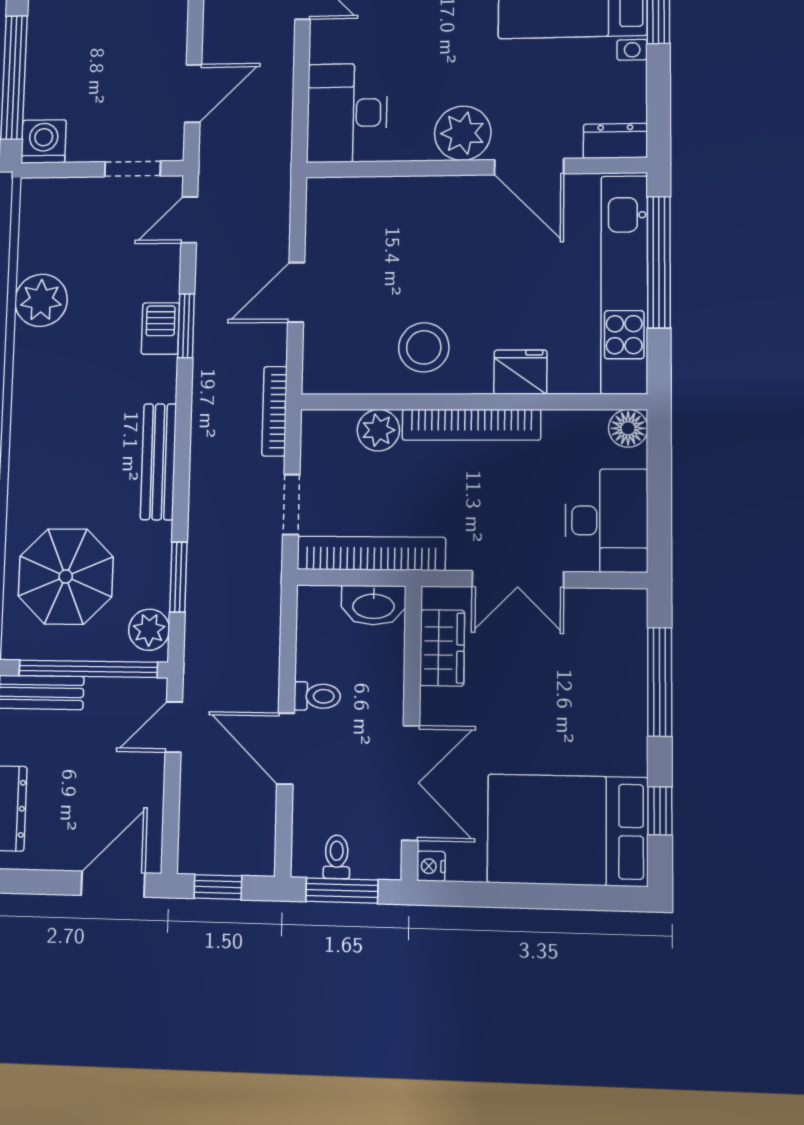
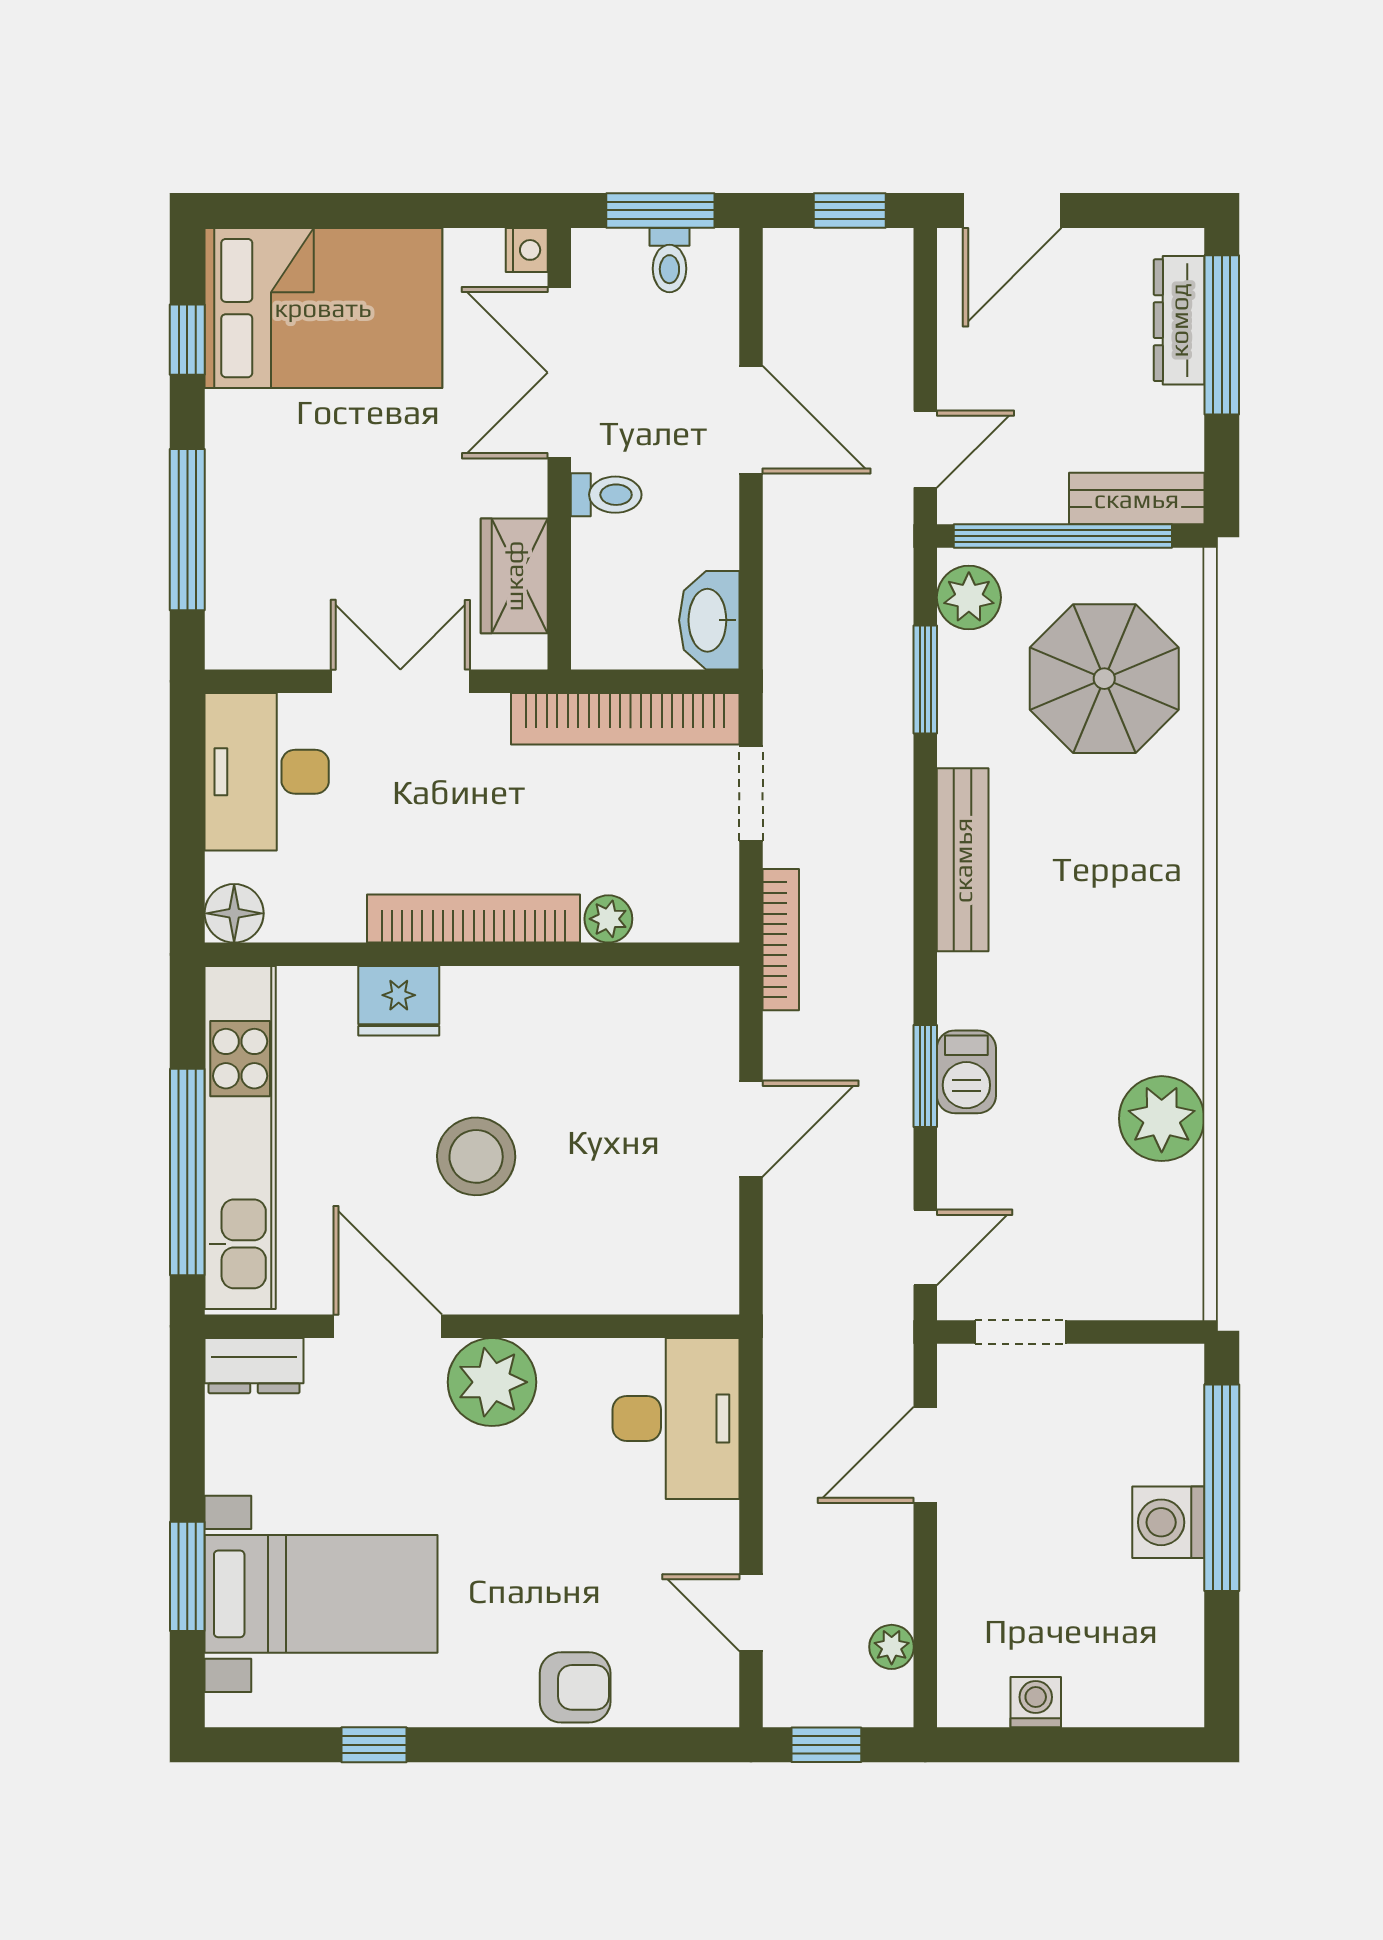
washing machine: (44, 142) -> (1168, 1522), moved, turned 90
stool: (424, 347) -> (476, 1156), moved
plant: (378, 430) -> (608, 919), width x0.73, depth x0.73
washbasin: (374, 605) -> (709, 620), moved, turned -90
toilet: (317, 696) -> (606, 495), moved, turned 180

